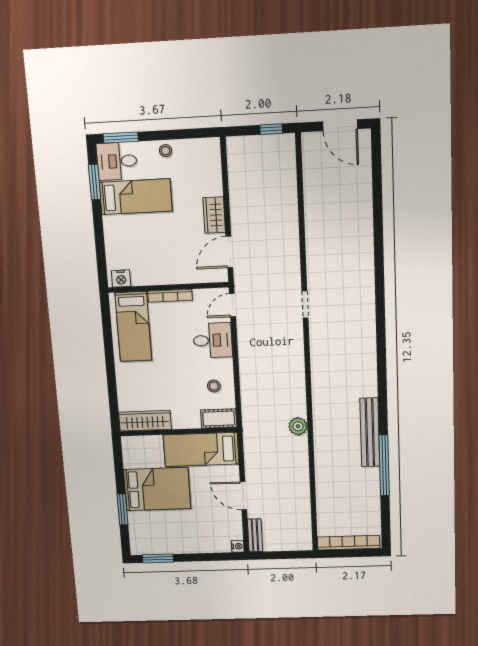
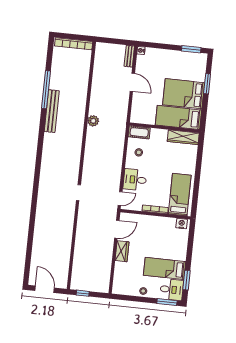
bed: (201, 449) -> (179, 117), moved, turned 180

